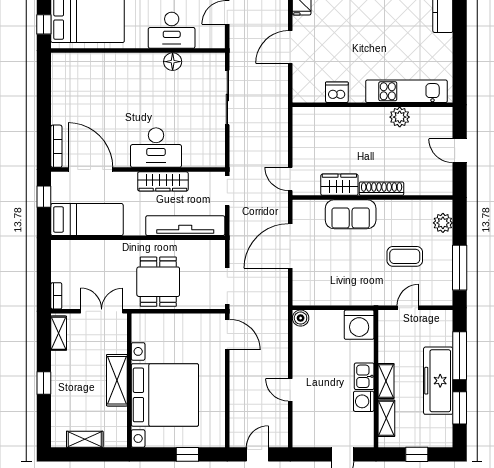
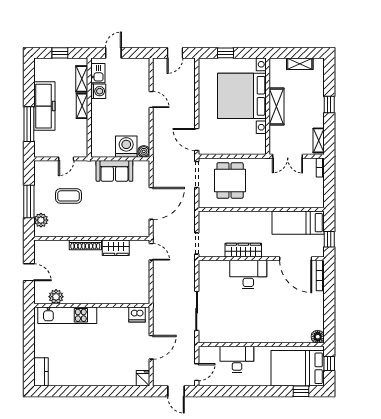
floor lamp: (173, 62) -> (318, 337), moved
dishwasher: (337, 92) -> (137, 315), moved
plant: (400, 117) -> (56, 297), moved
sofa: (351, 214) -> (114, 171), moved, turned 180
tv unit: (185, 226) -> (227, 218), removed
window: (460, 268) -> (29, 202), moved
dining table: (158, 282) -> (230, 180), moved
washing machine: (359, 325) -> (126, 147), moved
kitchen sink: (364, 376) -> (98, 73), moved
window: (460, 408) -> (29, 86), removed

